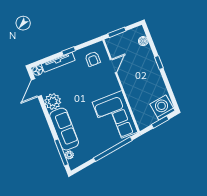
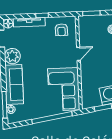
door: (113, 66) -> (78, 54), moved

